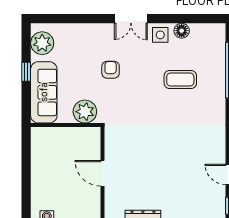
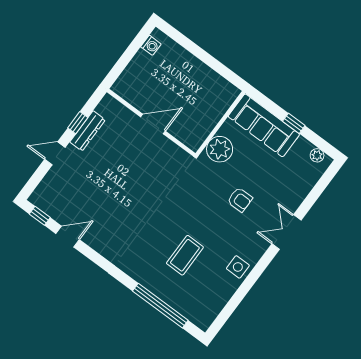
double door: (131, 19) -> (286, 232), moved
floor lamp: (182, 31) -> (227, 289), removed
plant: (42, 43) -> (317, 155), width x0.53, depth x0.53

